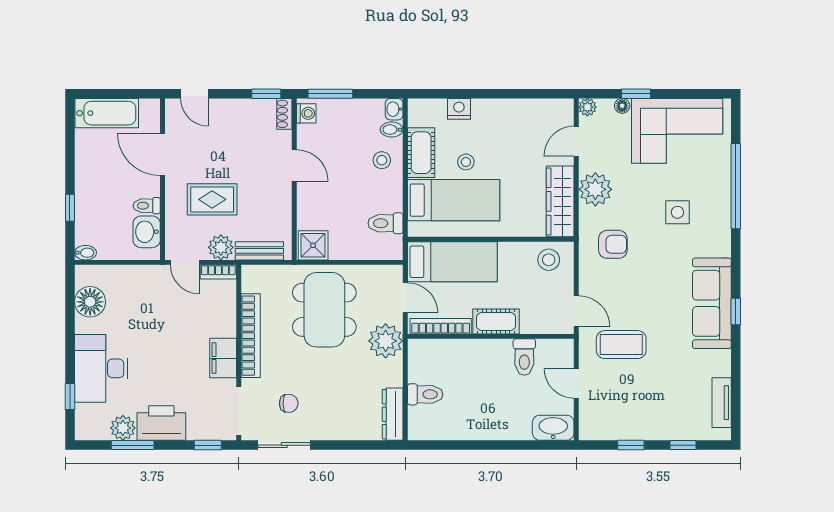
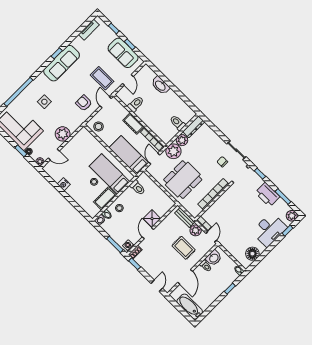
nightstand: (459, 109) -> (64, 184), moved
wardrobe: (560, 201) -> (77, 141), removed
armchair: (613, 244) -> (84, 103), moved
shower: (313, 245) -> (152, 219), moved
filing cabinet: (223, 358) -> (229, 196), removed
plant: (390, 373) -> (182, 140), added
sofa: (628, 420) -> (123, 53), added
plant: (123, 428) -> (292, 216), moved
washbasin: (553, 428) -> (160, 85), moved

